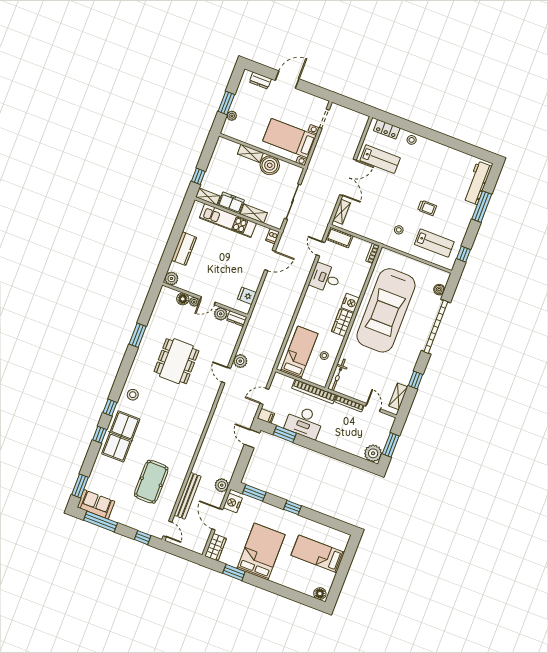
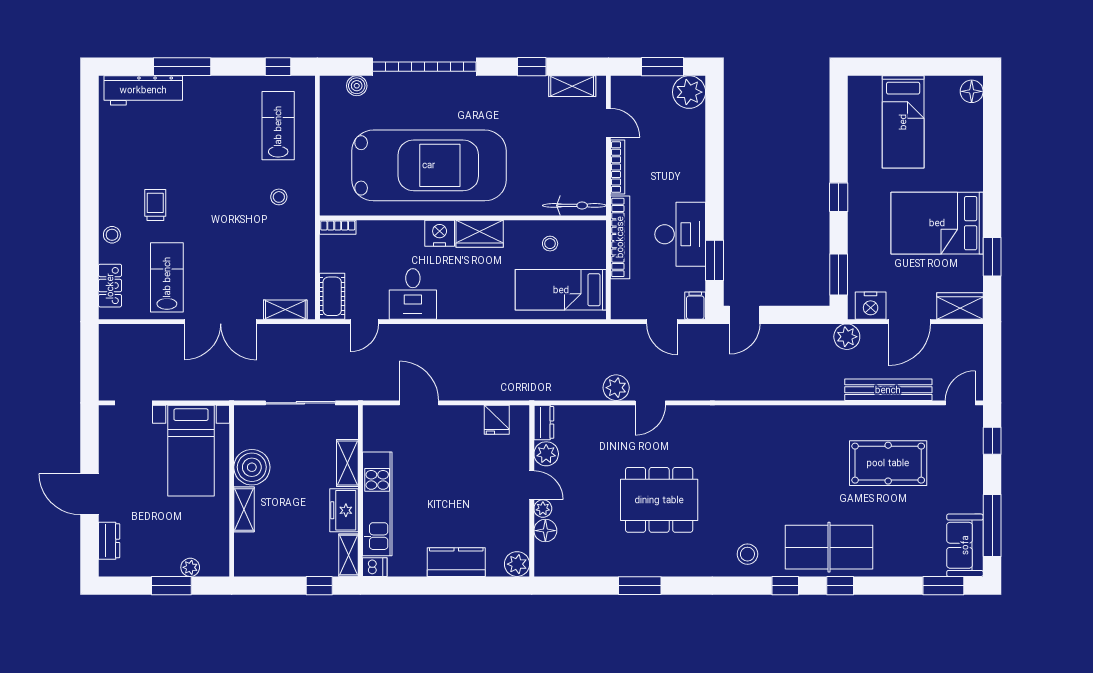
double door: (348, 177) -> (221, 322), swing flipped
trolley: (427, 208) -> (155, 205), moved
dishwasher: (273, 236) -> (375, 567), moved
door: (373, 407) -> (608, 123), swing flipped

